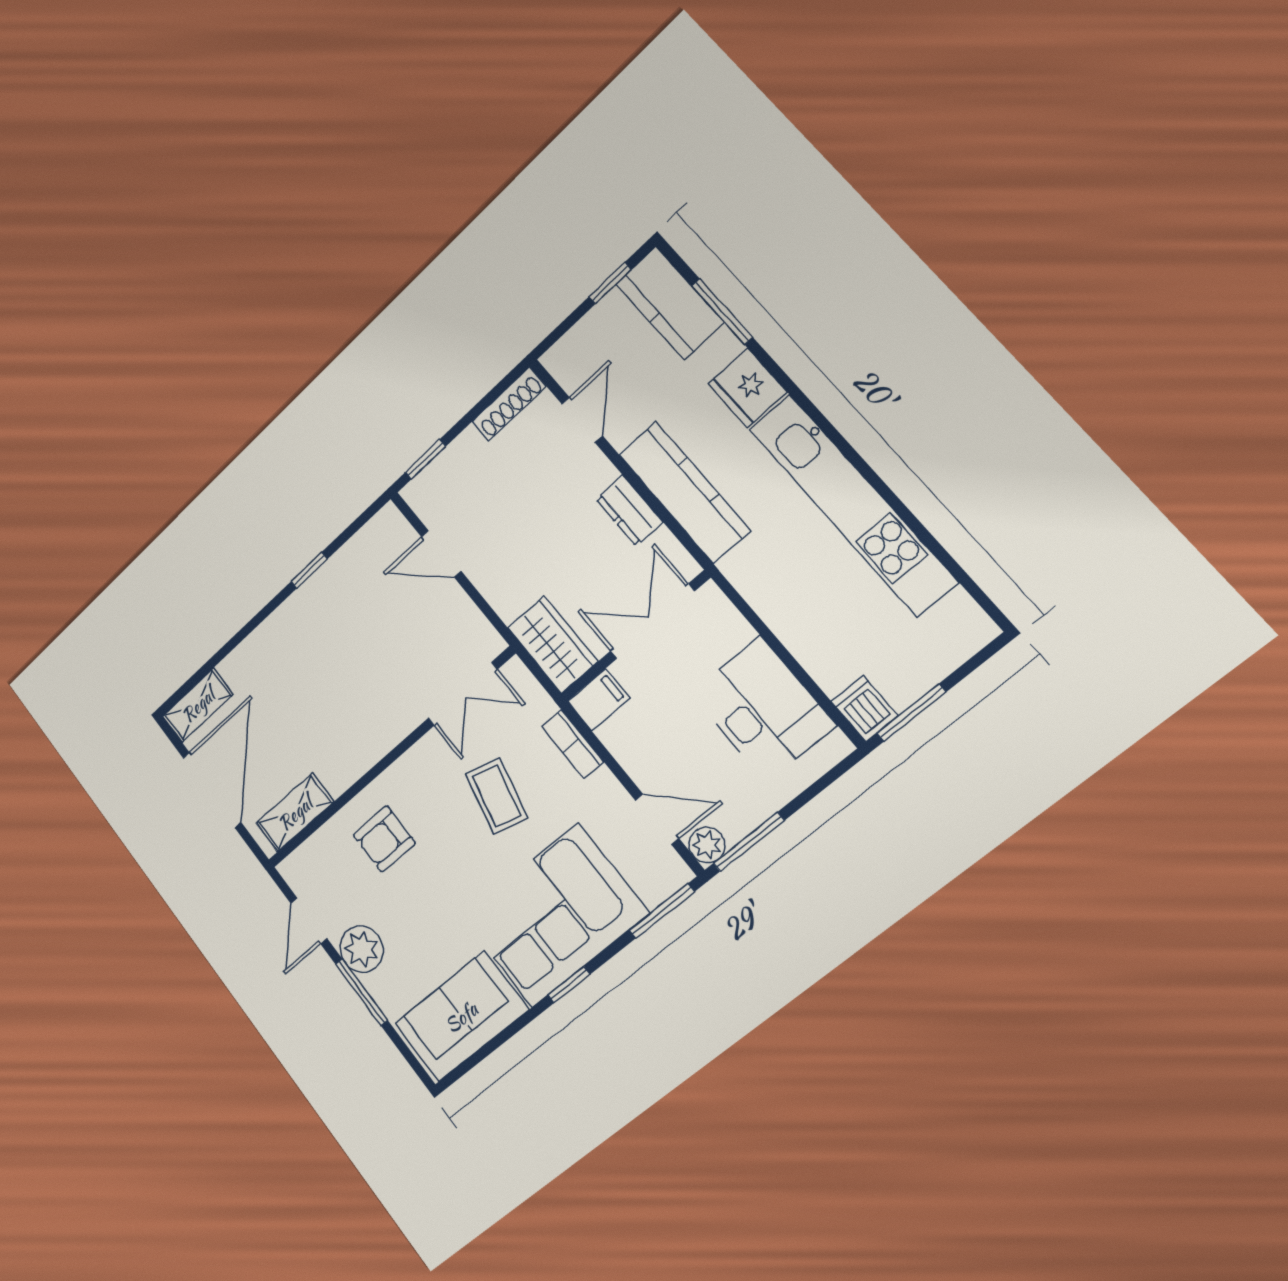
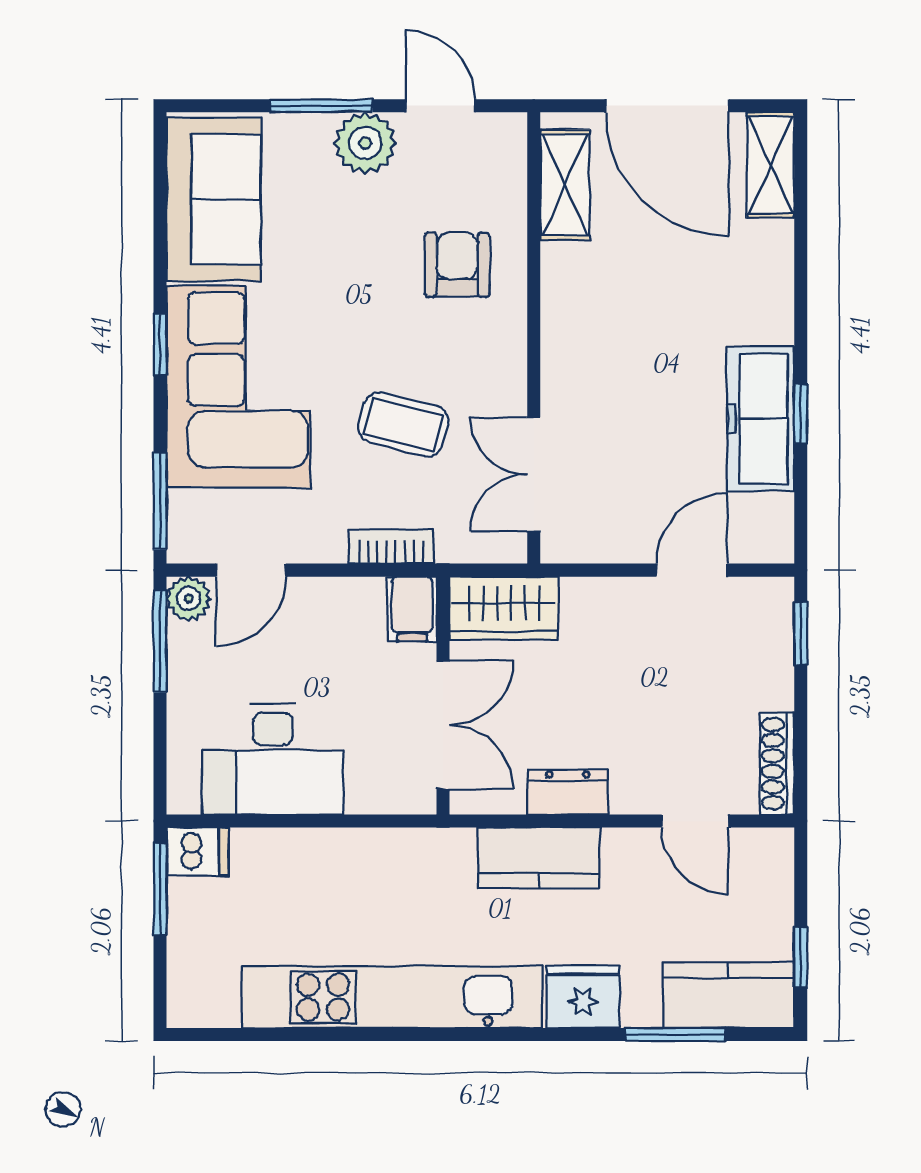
kitchen counter: (684, 492) -> (538, 858), width x0.67
freezer: (329, 590) -> (761, 419), added

